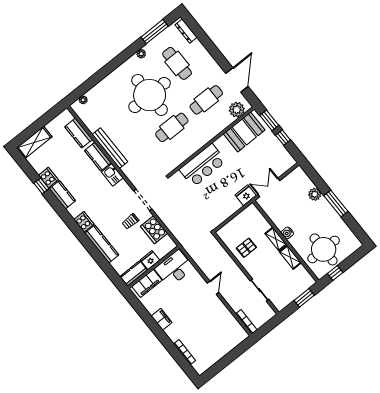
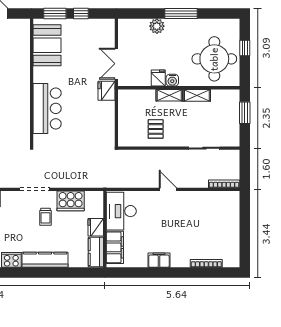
plant: (237, 110) -> (21, 36), removed
fridge: (281, 223) -> (158, 78), added
window: (335, 273) -> (245, 48), moved

